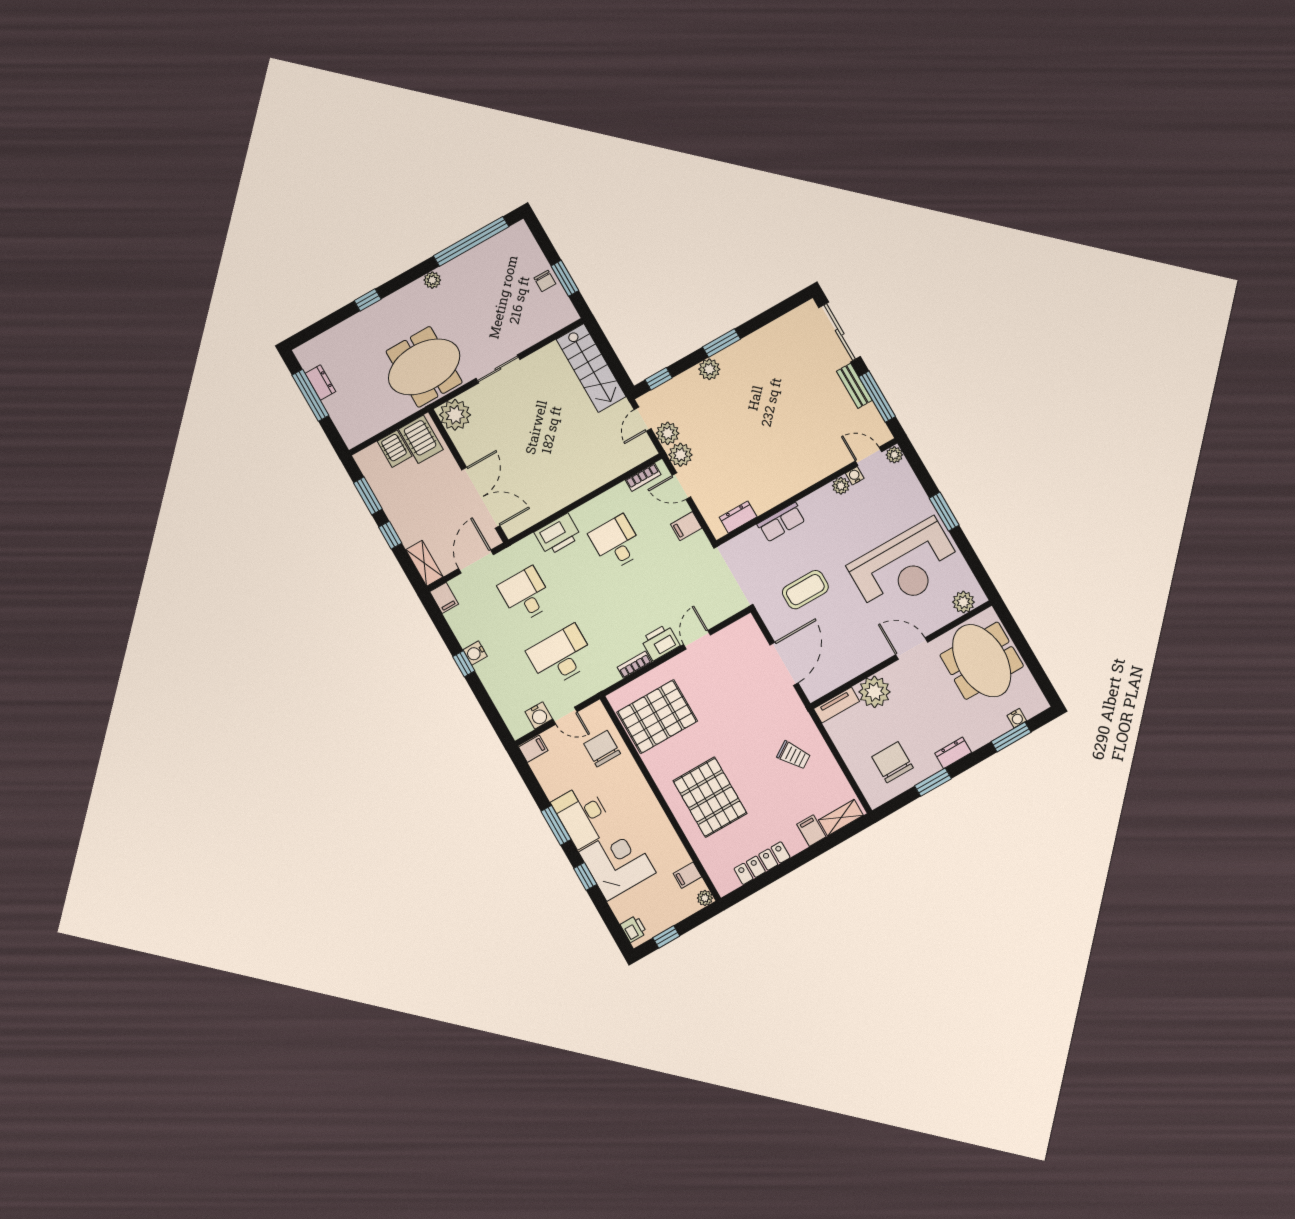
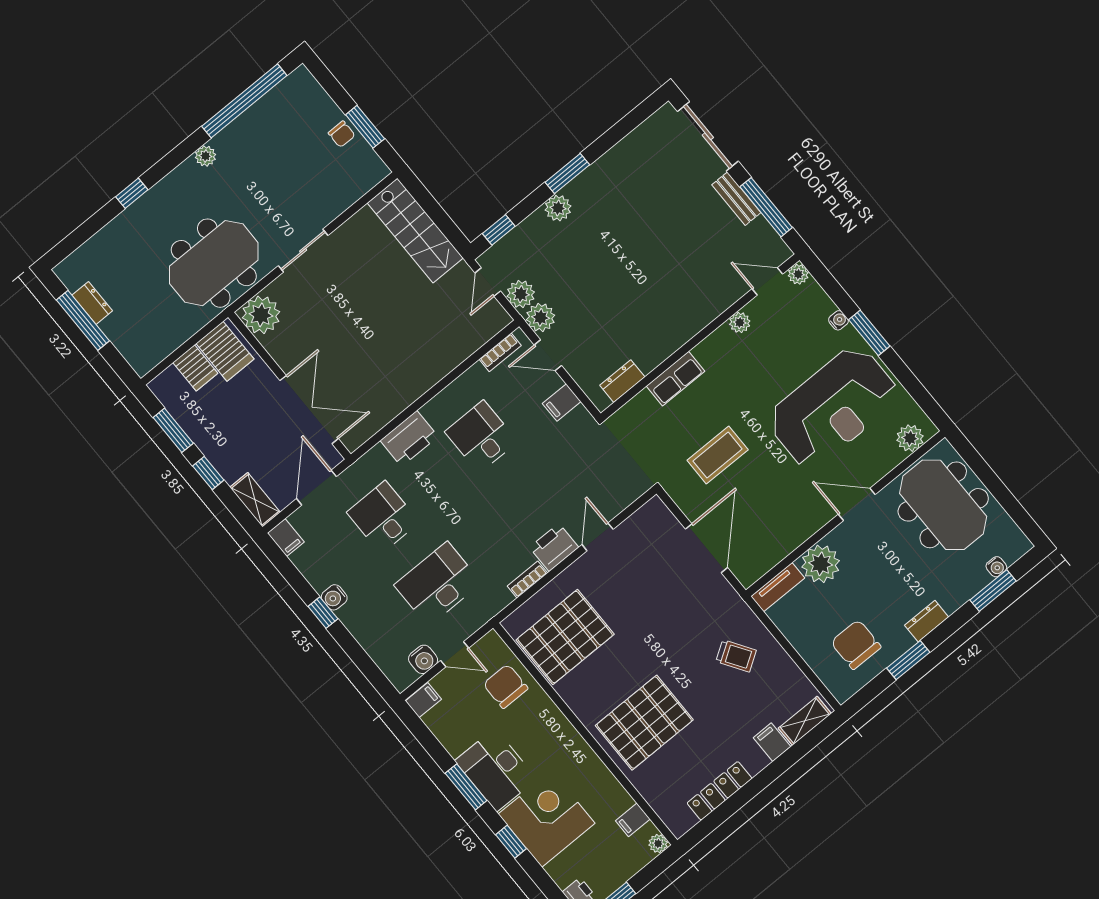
water cooler: (855, 476) -> (839, 320), moved, turned 90
pallet: (710, 797) -> (644, 723), turned 90

